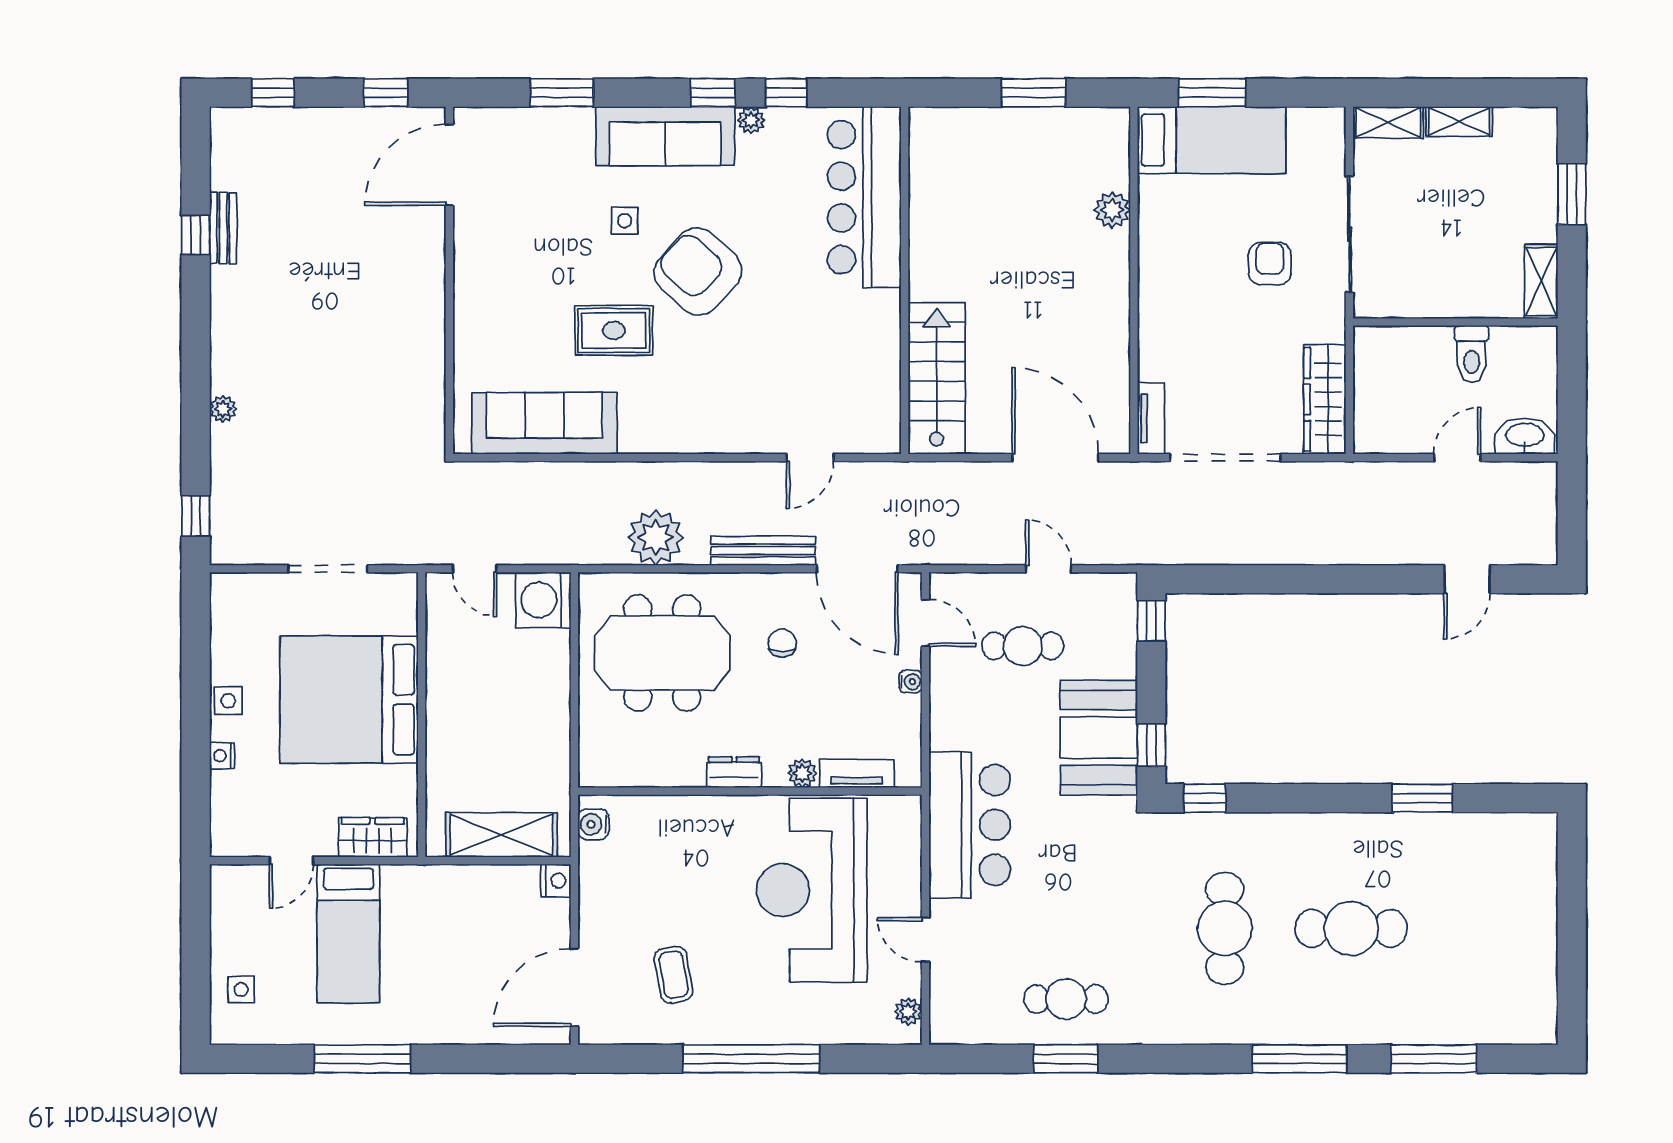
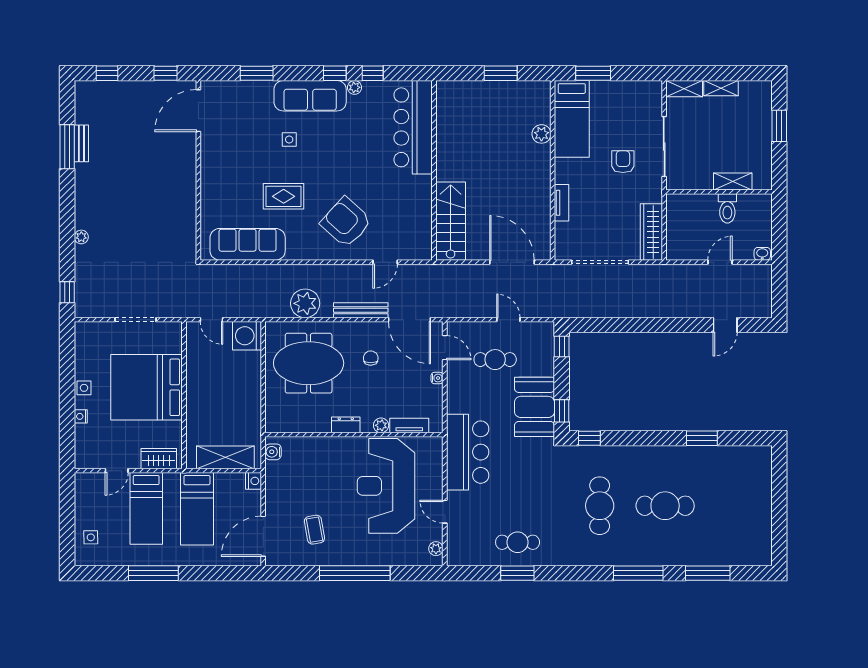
bed: (1212, 140) -> (572, 119), moved, turned 90
window: (196, 235) -> (67, 147), width x2.17
armchair: (698, 271) -> (346, 222), moved
shelving: (1541, 281) -> (733, 181), moved, turned 90
tv unit: (1151, 418) -> (562, 203), moved
washbasin: (1525, 436) -> (762, 254), width x0.52, depth x0.69
bed: (446, 934) -> (197, 509), added

